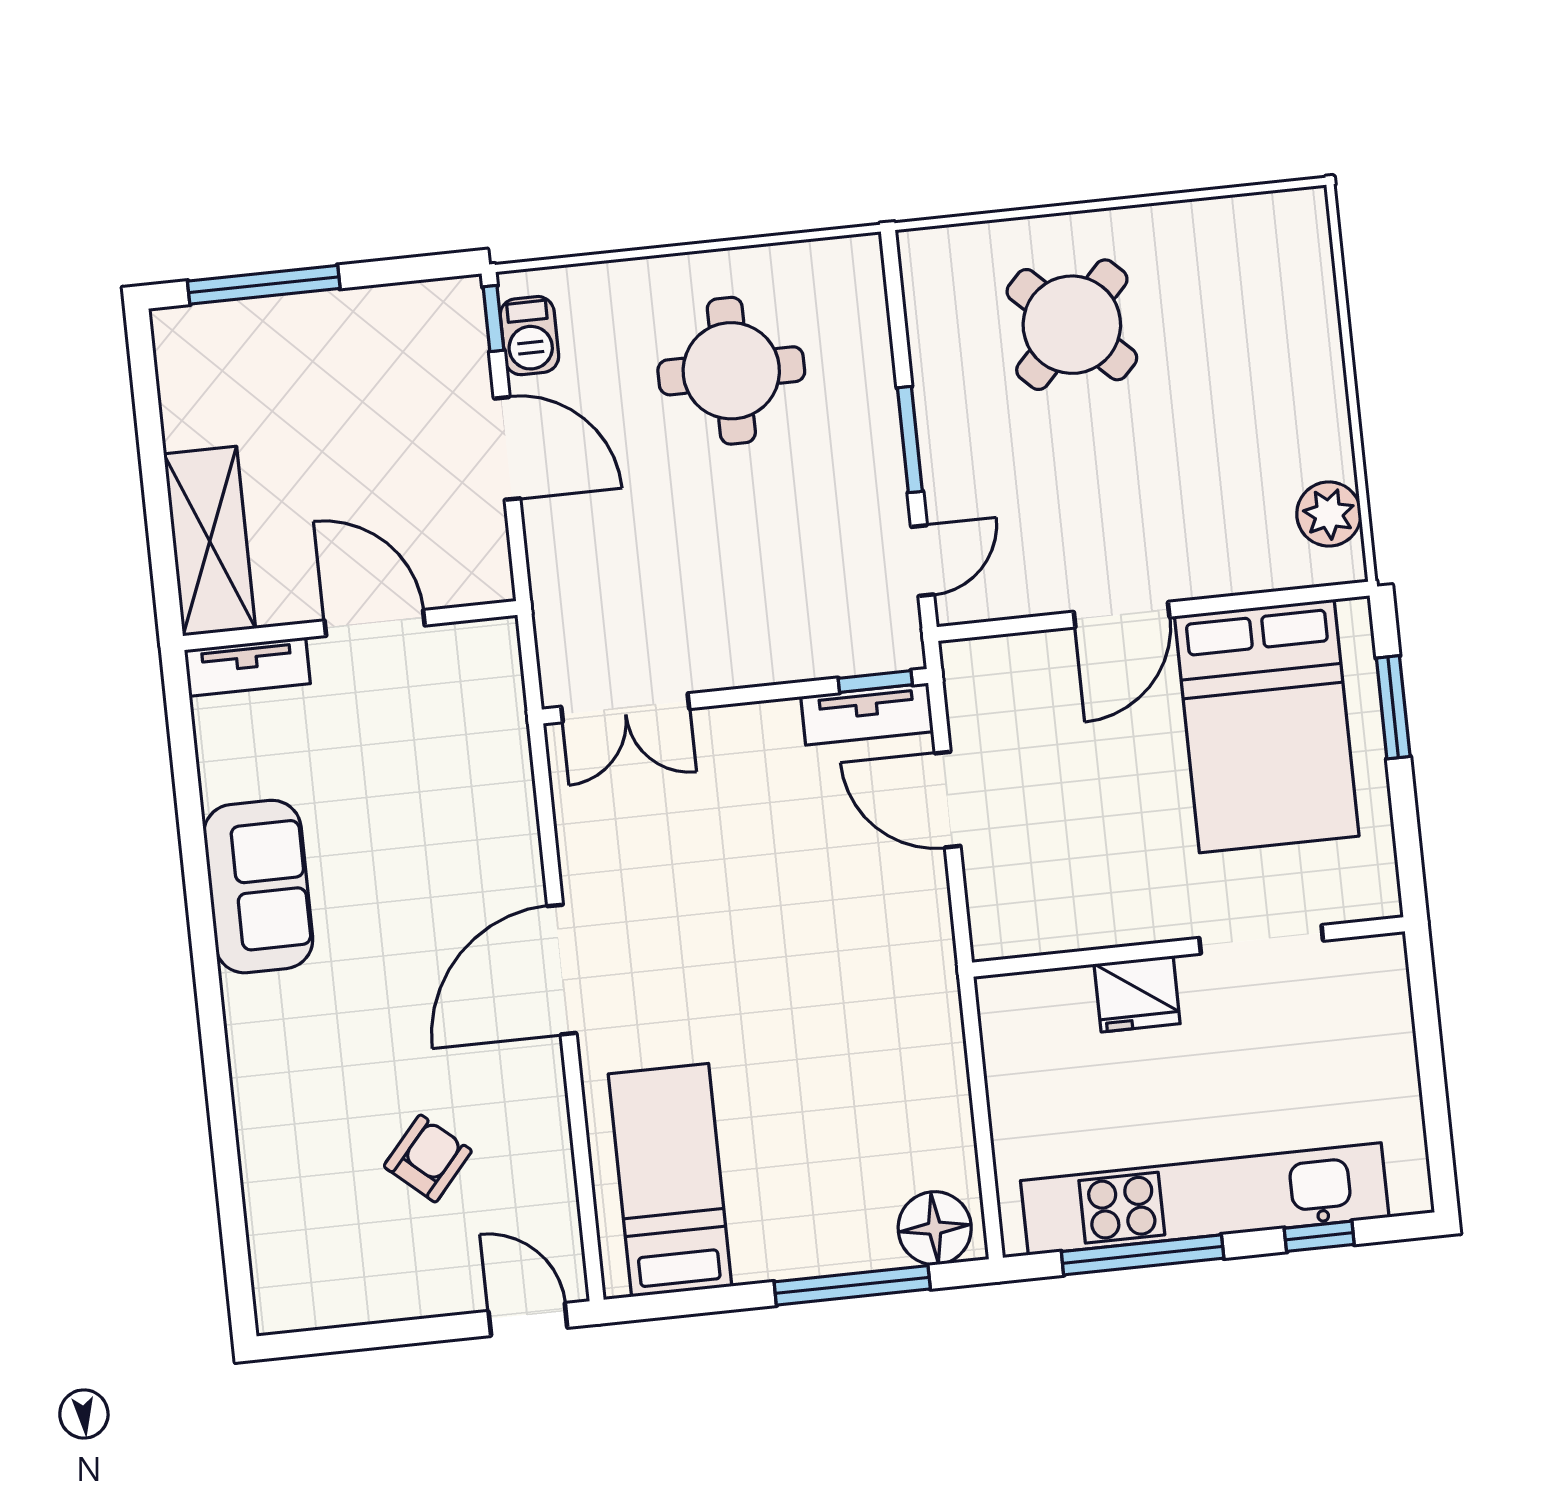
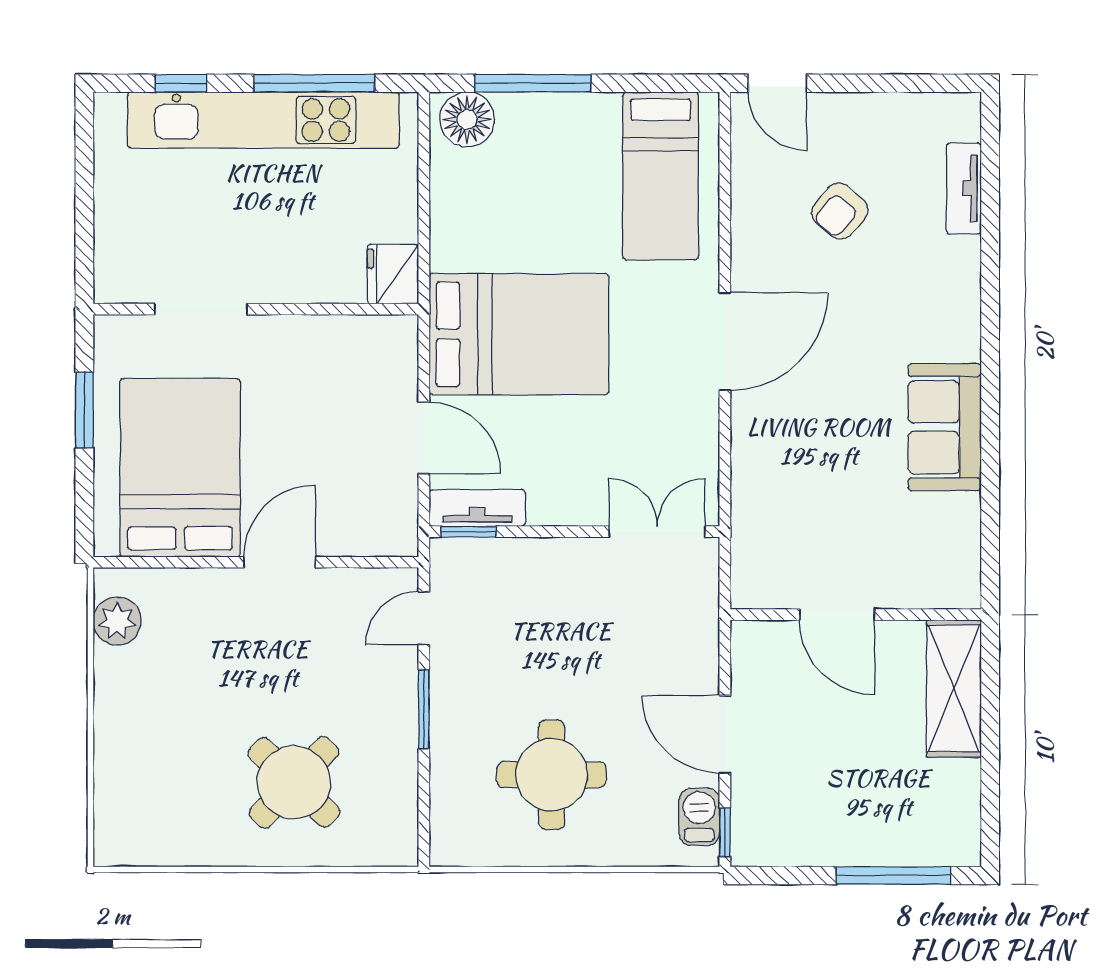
tv unit: (247, 667) -> (964, 188), moved, turned -90
window: (1393, 707) -> (84, 410), moved
bed: (836, 951) -> (519, 334), added
fridge: (1137, 994) -> (393, 274), moved, turned -90

